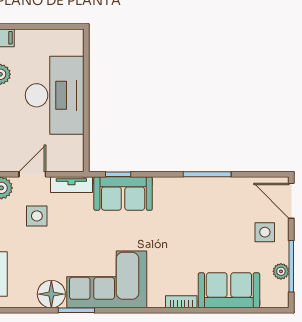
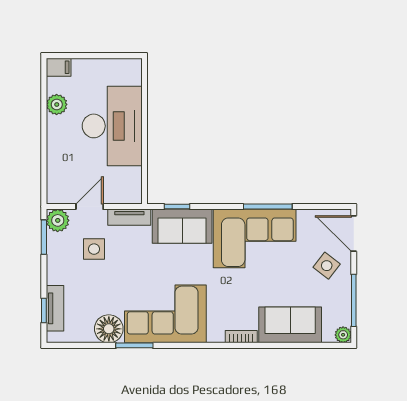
corner sofa: (194, 206) -> (255, 238), added
side table: (265, 232) -> (327, 266), turned 38
plant: (281, 271) -> (343, 335), moved

